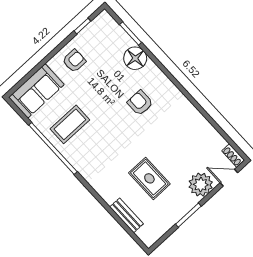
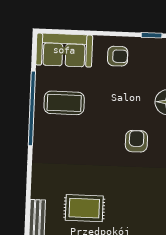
rug: (149, 178) -> (84, 208), turned 90

